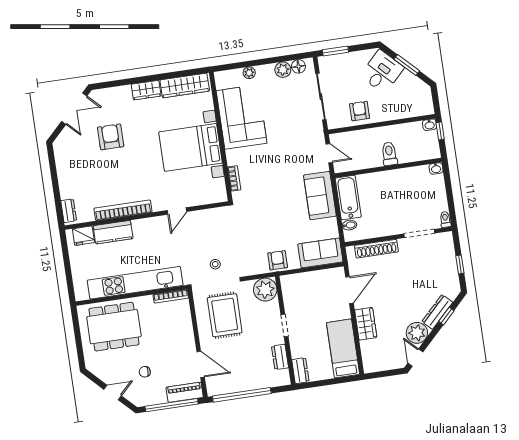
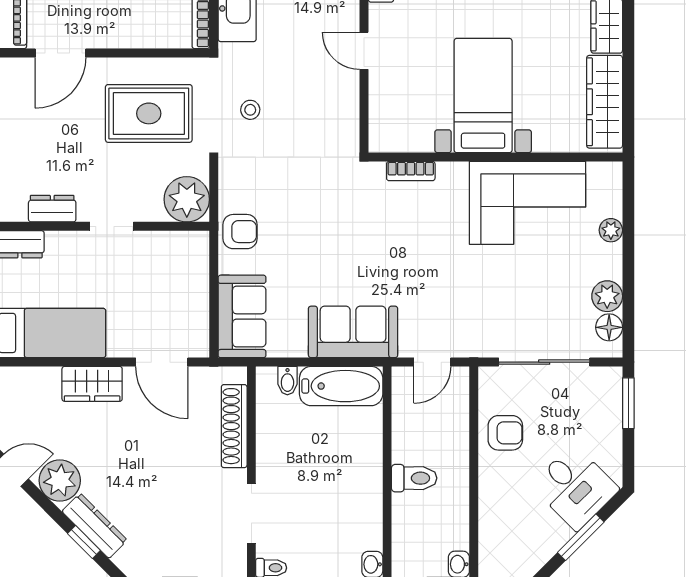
bed with nightstands: (191, 147) -> (483, 96), width x0.73

